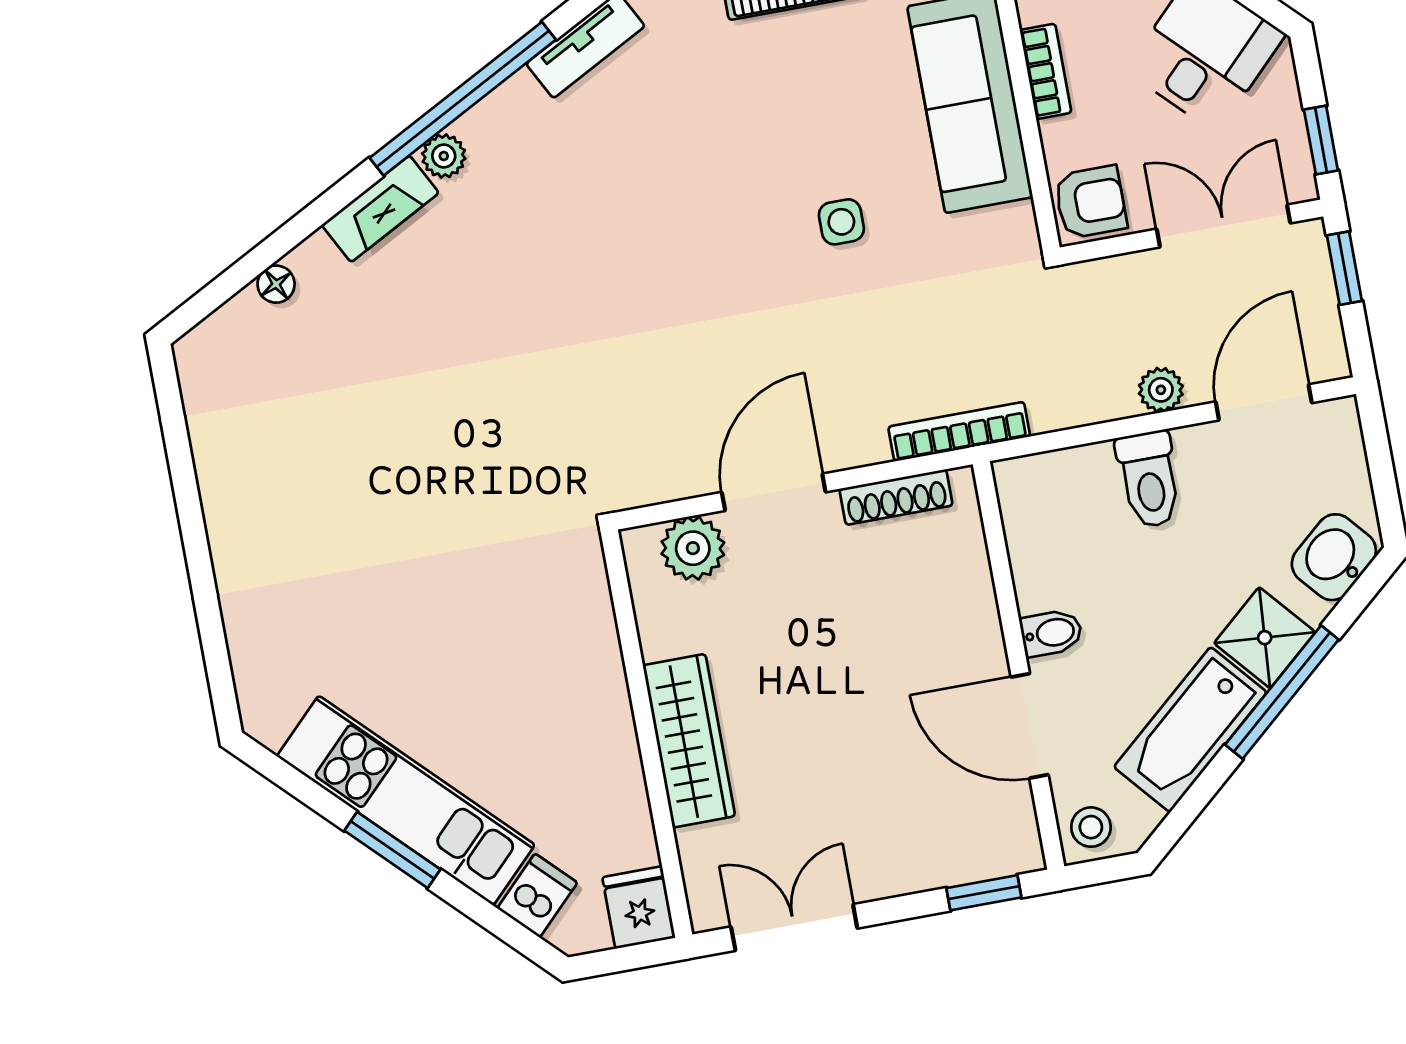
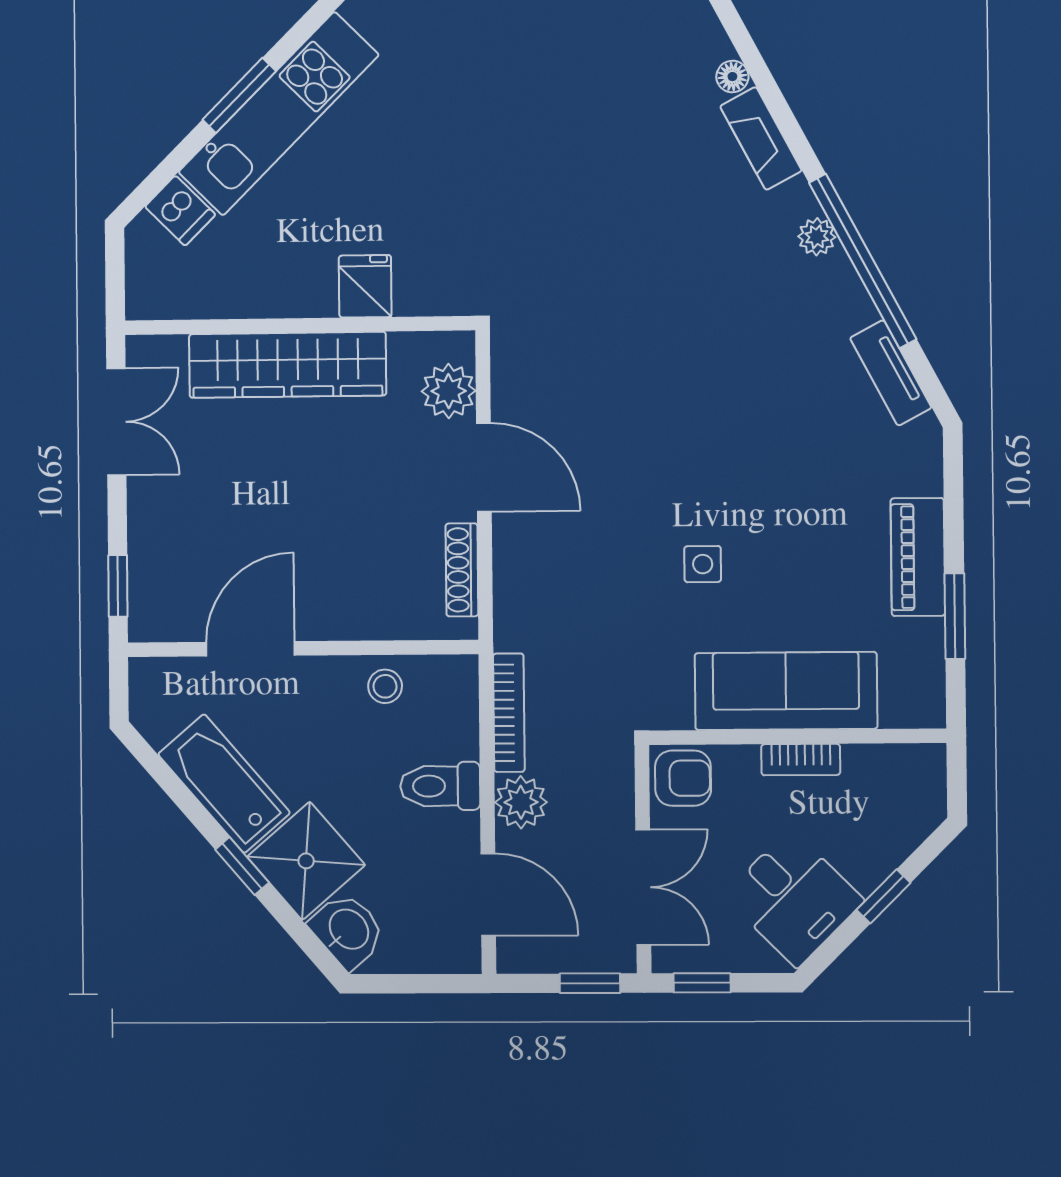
armchair: (1091, 202) -> (683, 778), turned -90
fireplace: (380, 209) -> (761, 138), moved
plant: (1161, 390) -> (521, 802), width x1.38, depth x1.38
bookcase: (959, 432) -> (509, 713), moved
bidet: (1051, 633) -> (325, 681), removed
shower: (1265, 638) -> (306, 861), width x1.36, depth x1.36
window: (1282, 692) -> (242, 866), width x0.46
wardrobe: (689, 741) -> (288, 365), width x1.40, depth x1.17
stool: (1091, 827) -> (385, 686), moved
fridge: (639, 908) -> (365, 286), moved, turned -90

